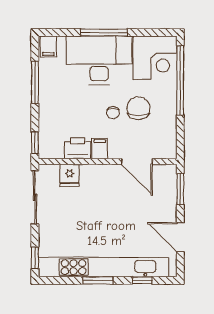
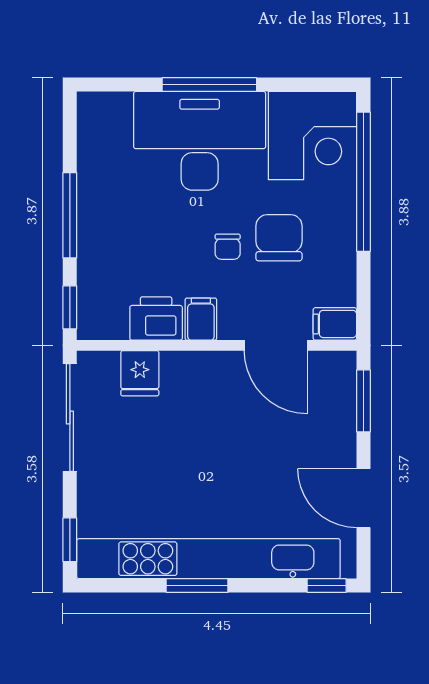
filing cabinet: (48, 47) -> (335, 324), moved, turned 90
window: (35, 82) -> (70, 215), moved
window: (142, 280) -> (327, 586), moved

